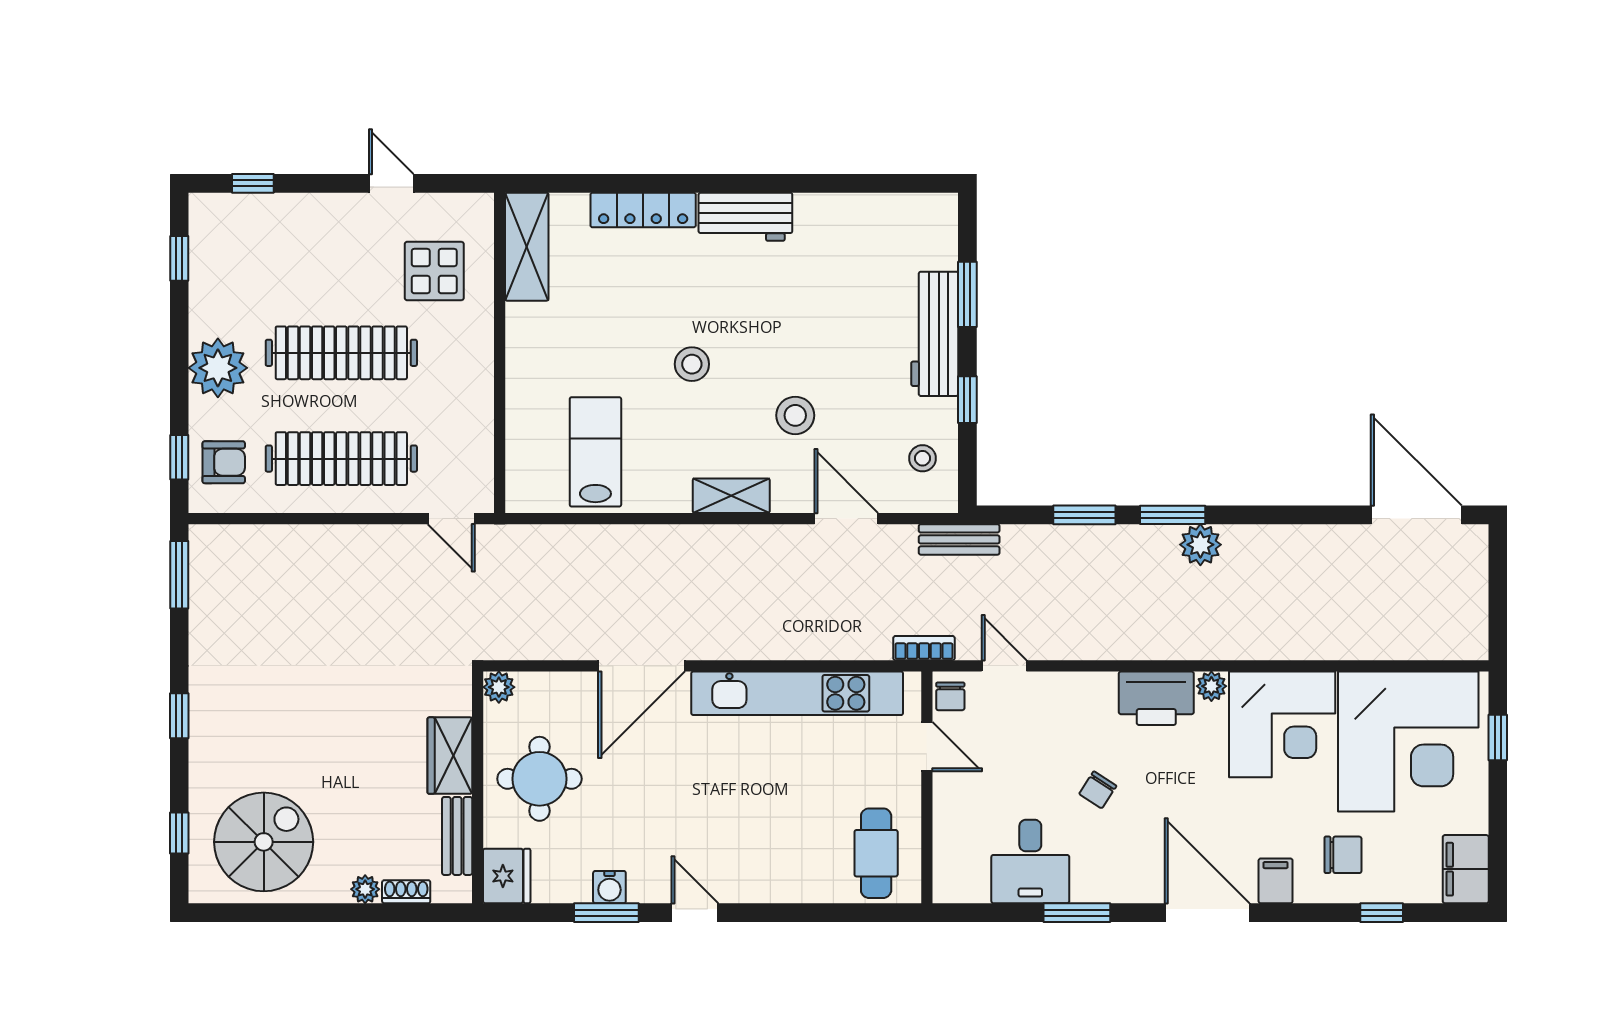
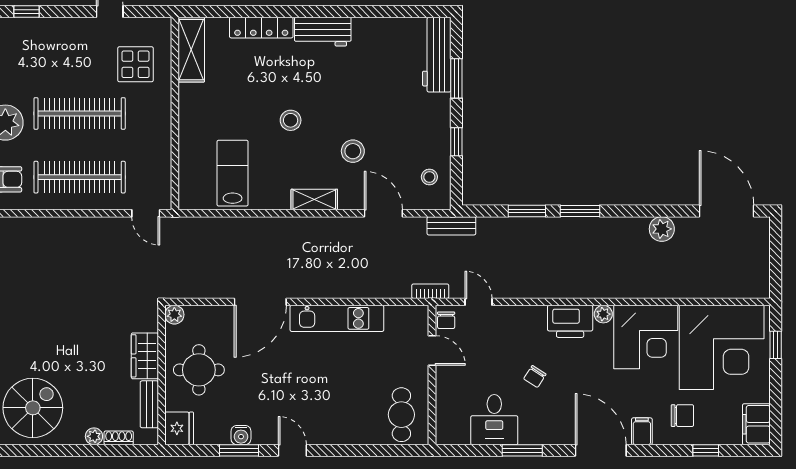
workbench: (935, 334) -> (437, 55), moved
plant: (1200, 545) -> (662, 229), moved
kitchen unit: (797, 693) -> (337, 318), width x0.73

